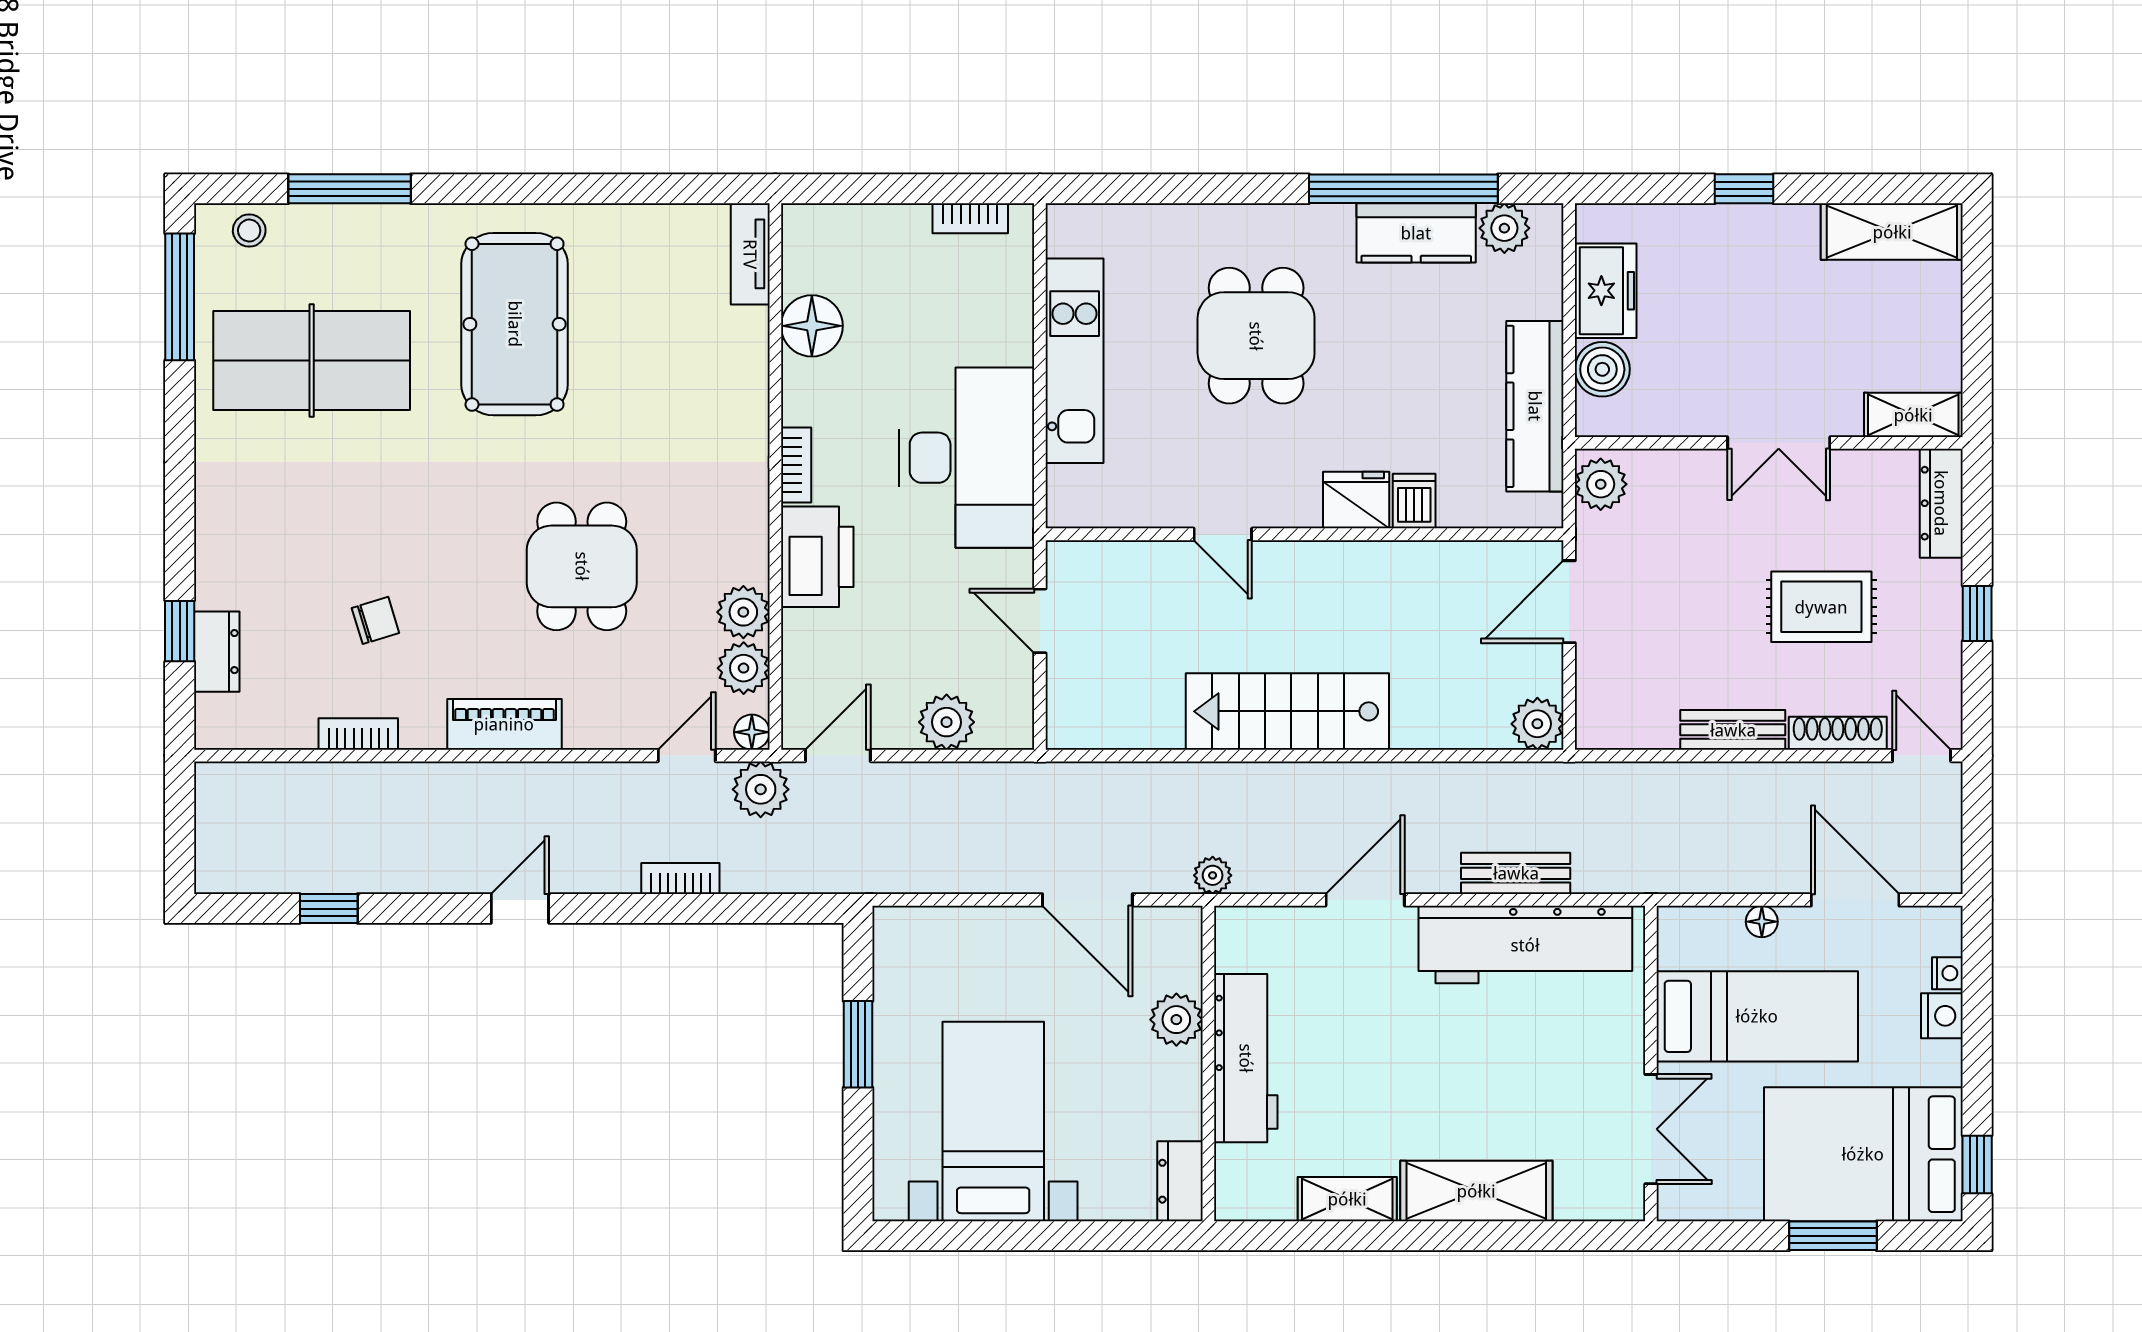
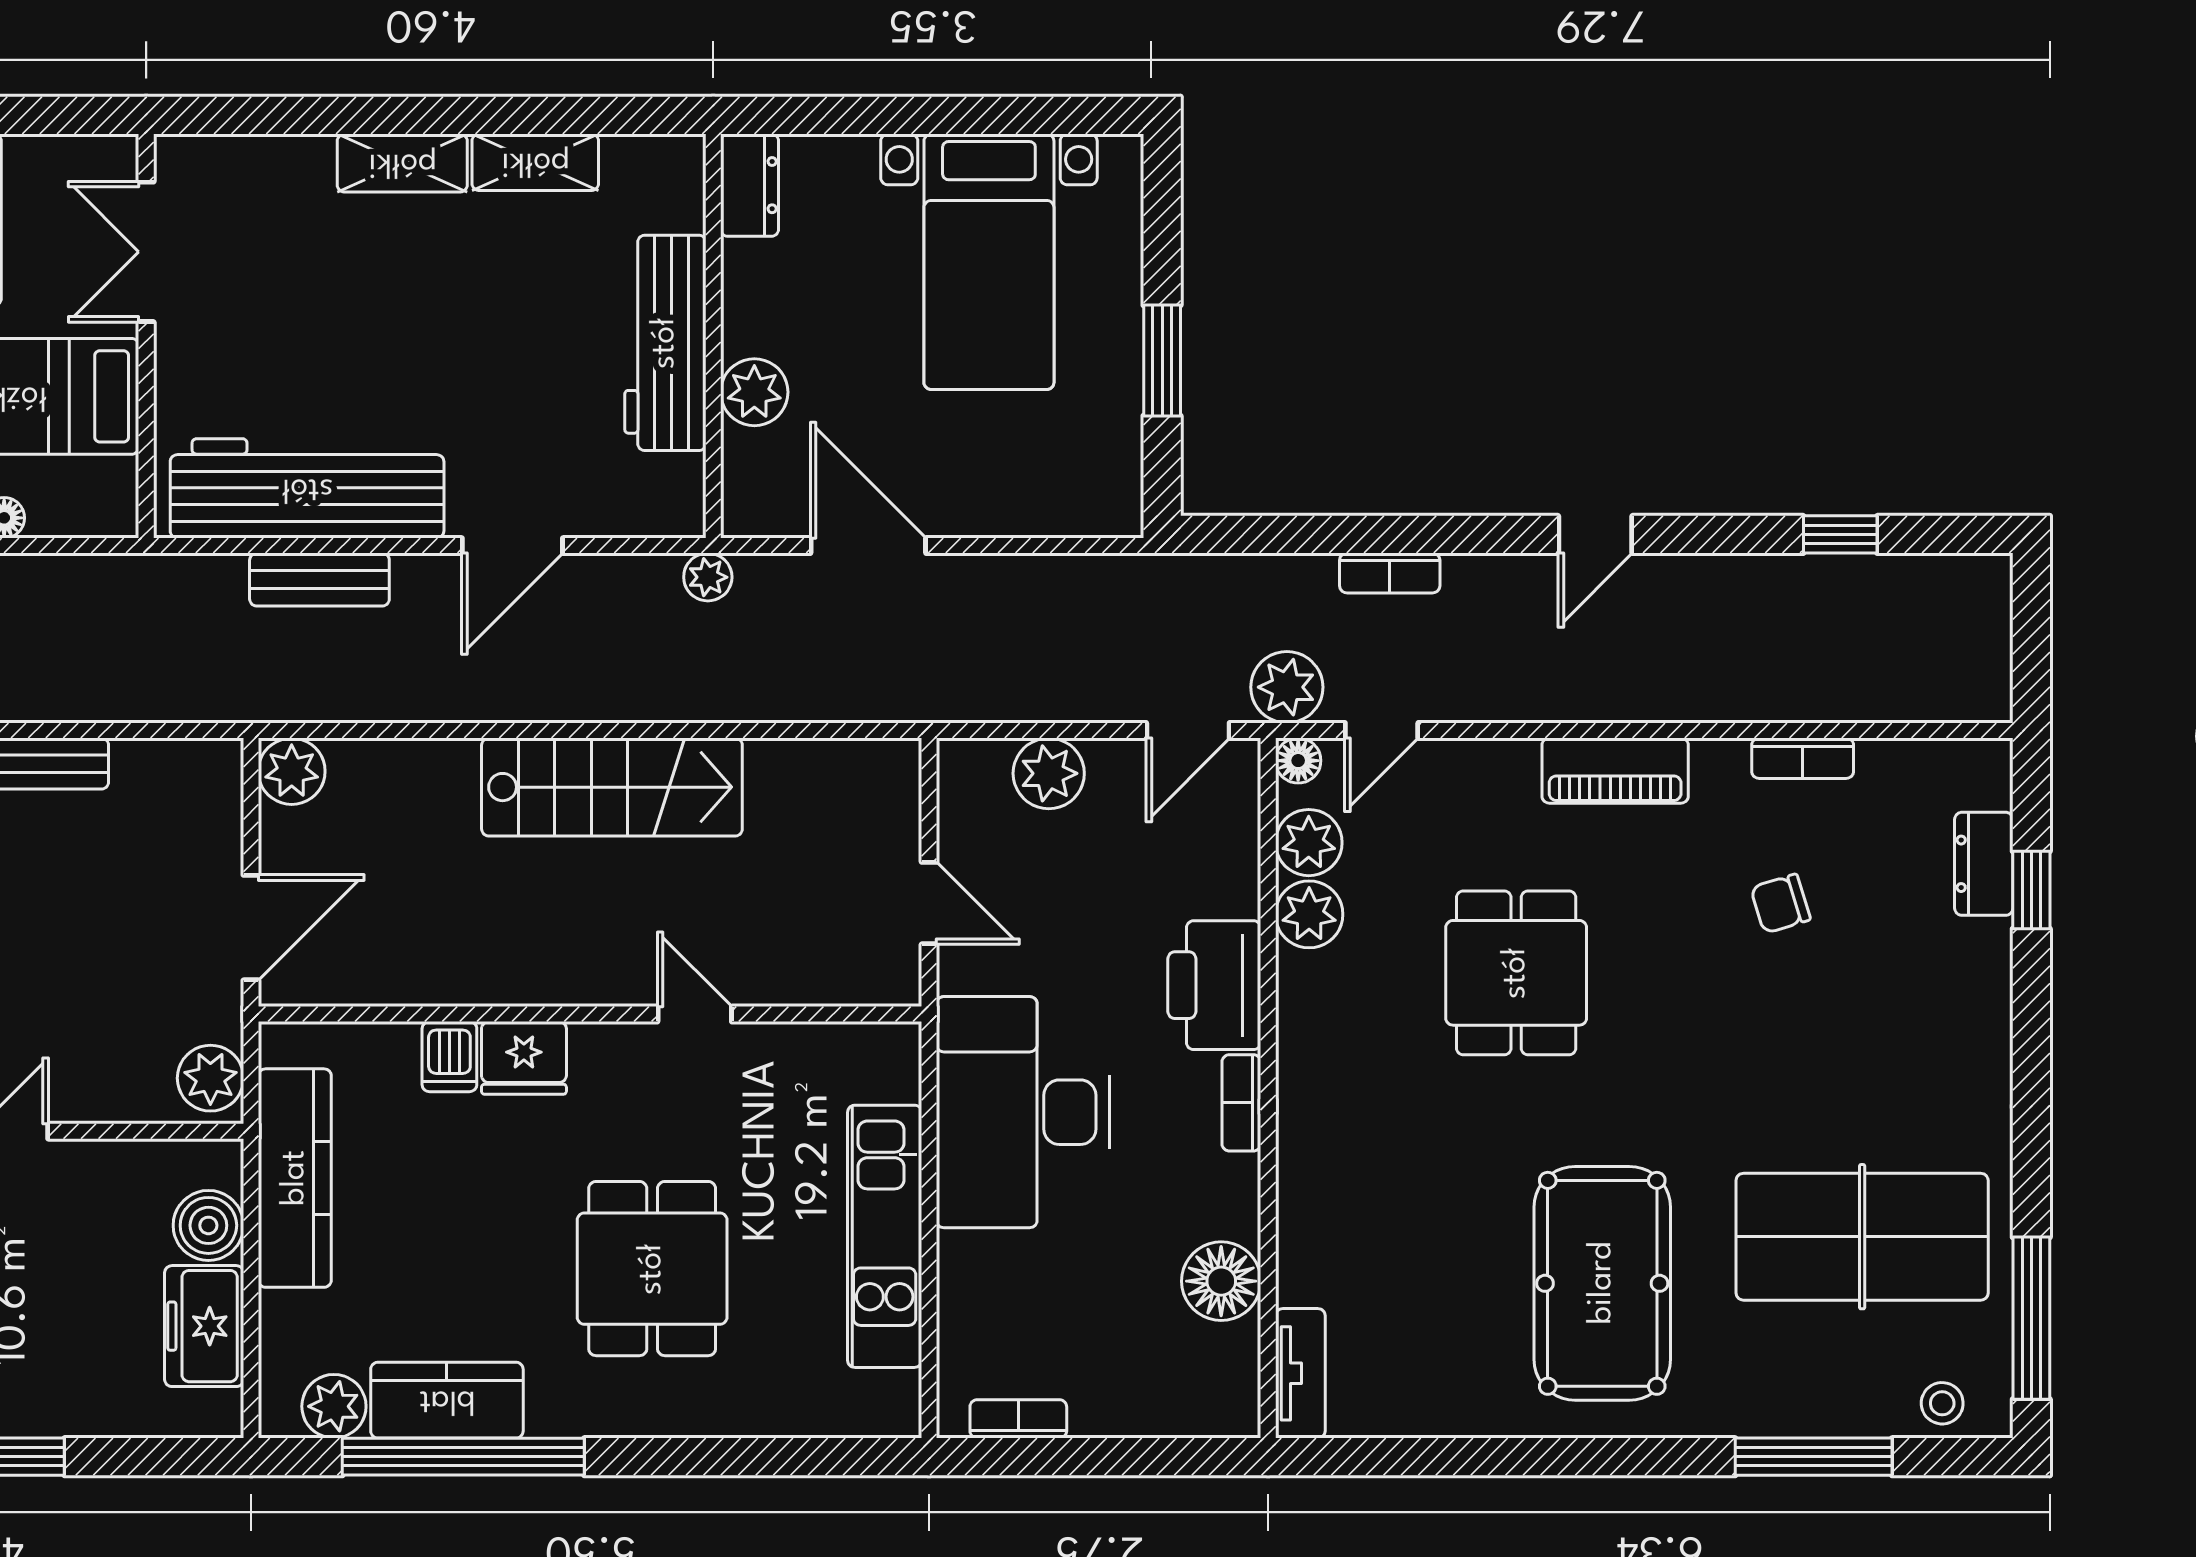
shelving: (1476, 1191) -> (402, 163), width x0.67, depth x0.75

